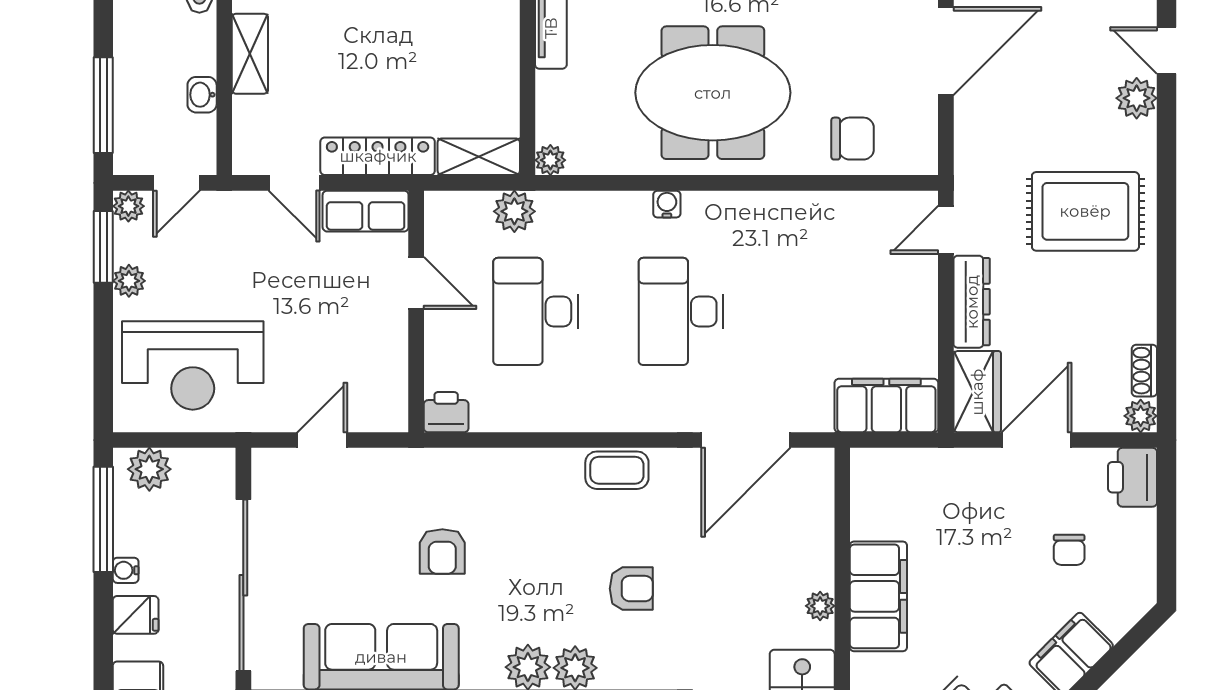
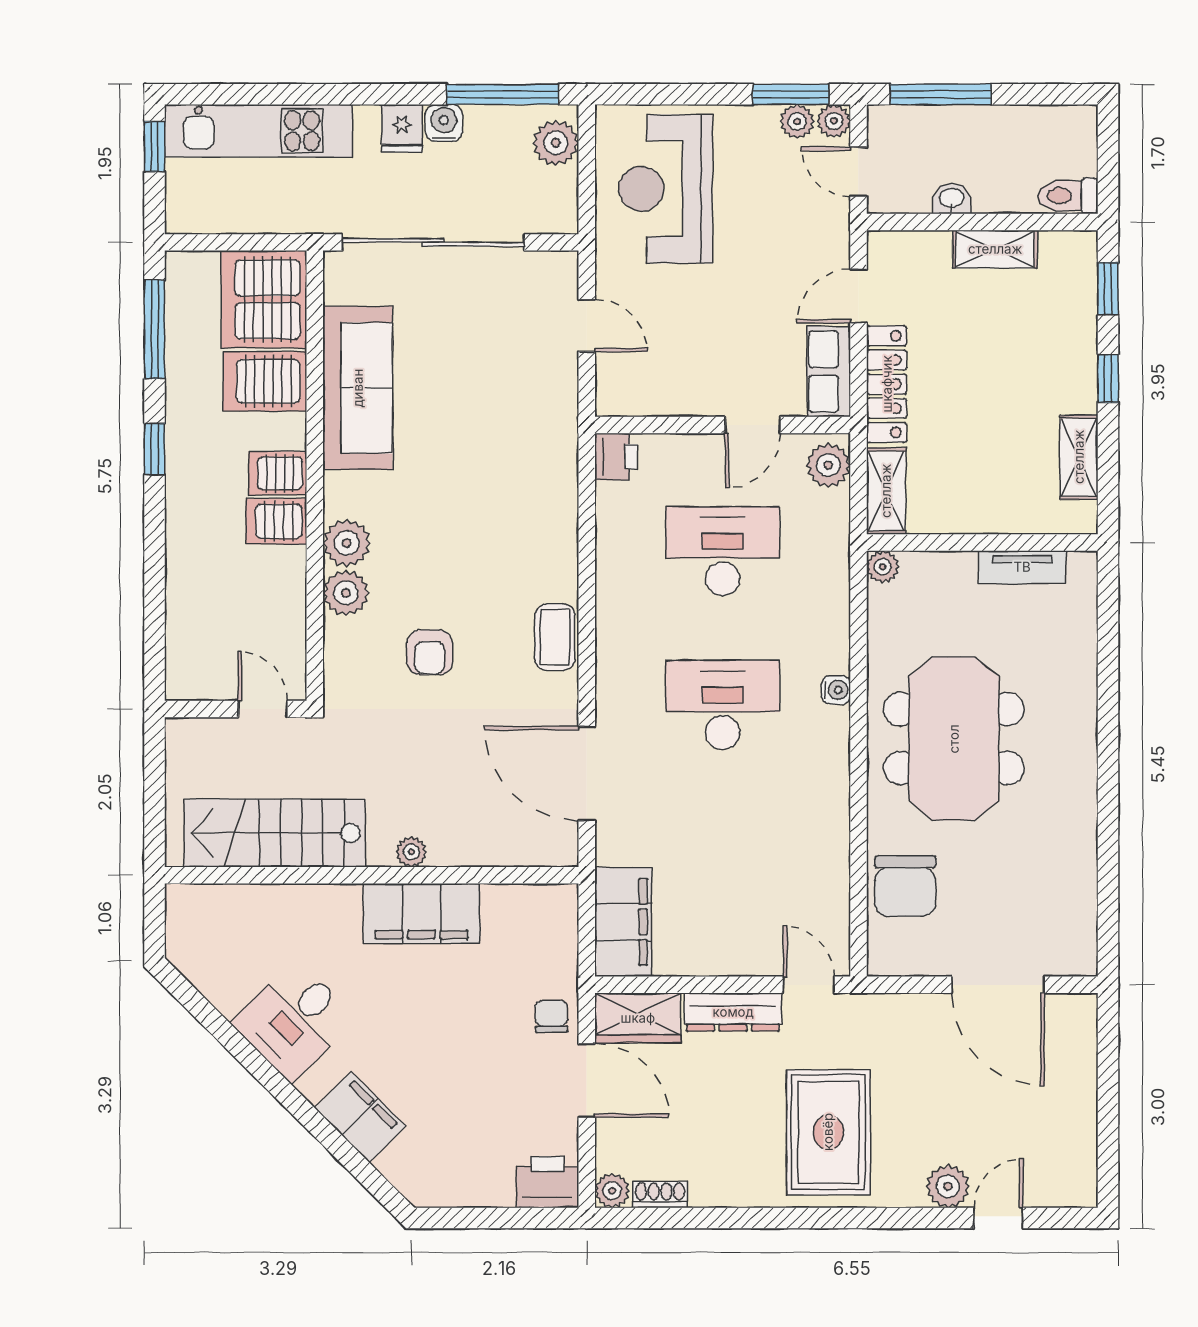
chair: (853, 139) -> (905, 886), width x1.37, depth x1.37
plant: (514, 211) -> (828, 465), moved
plant: (129, 281) -> (797, 121), moved
chair: (1069, 550) -> (551, 1016), moved, turned 89
armchair: (442, 551) -> (469, 453), removed
water cooler: (126, 570) -> (444, 123), width x1.38, depth x1.38

